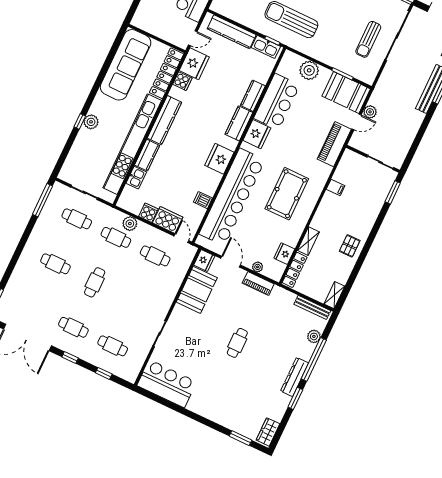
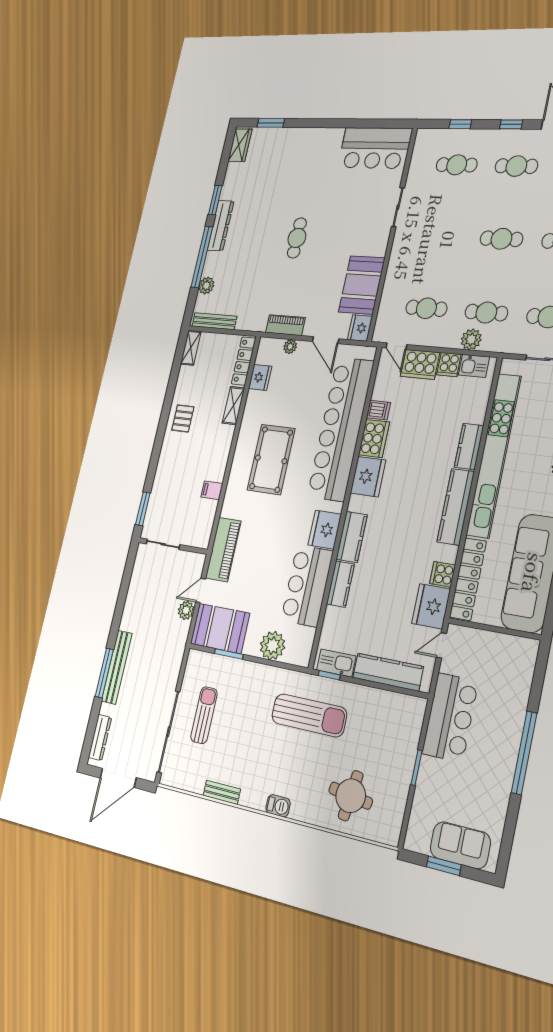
kitchen sink: (136, 178) -> (474, 366), moved, turned -90
cooker: (210, 182) -> (374, 438), added
cafe table: (95, 282) -> (501, 239), turned 90

